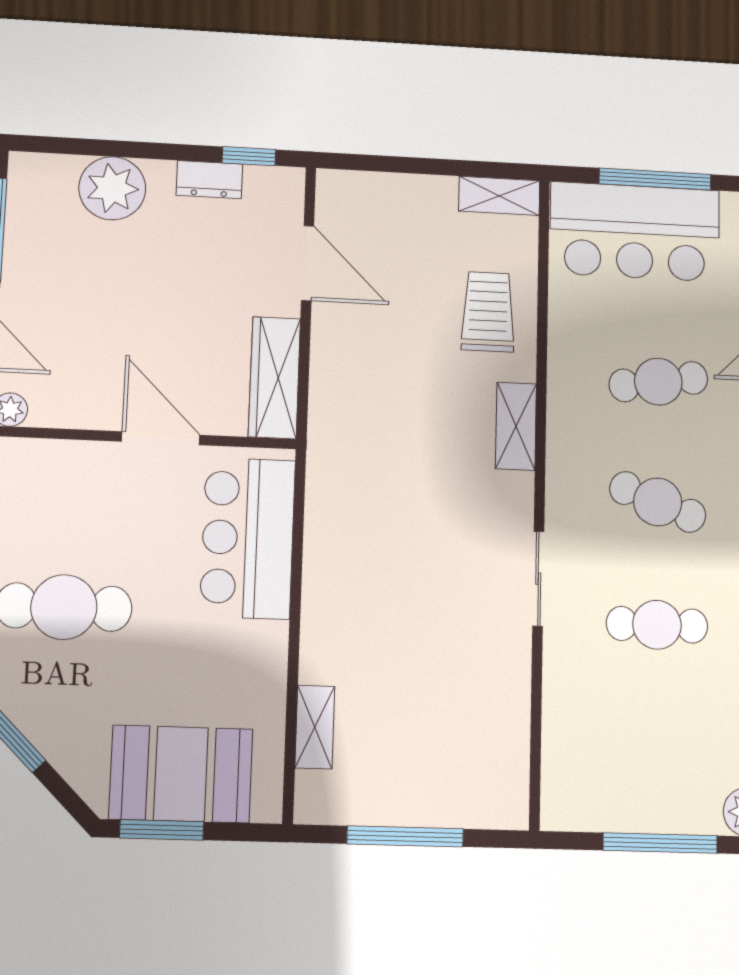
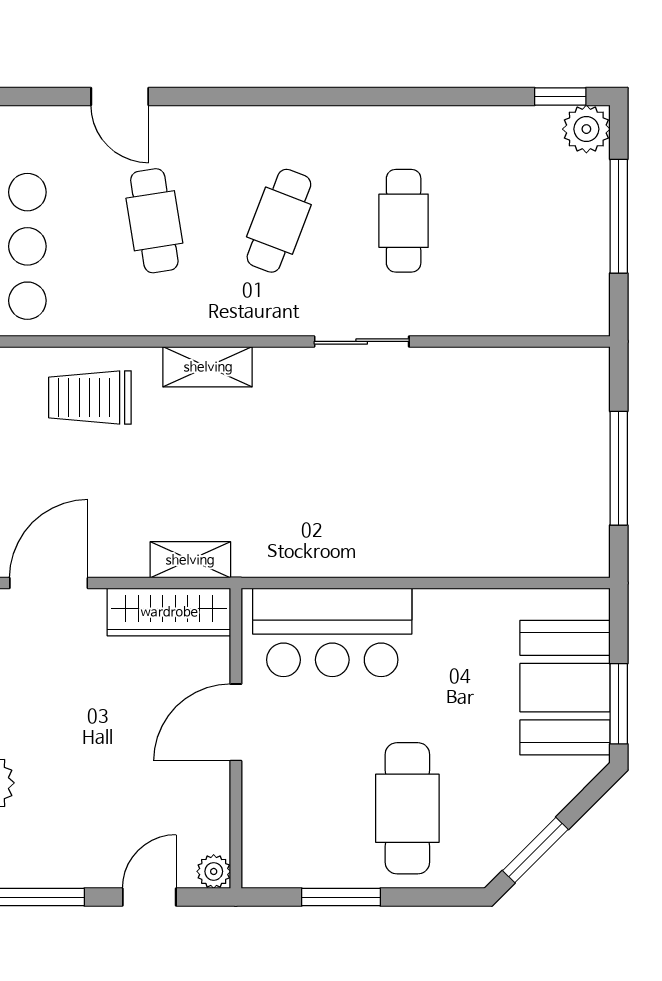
shelving: (315, 727) -> (190, 560), moved

